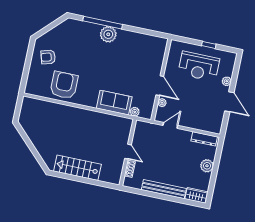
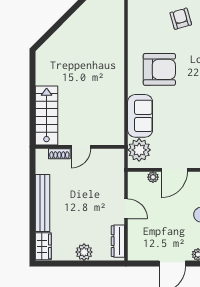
armchair: (64, 85) -> (159, 69), moved
plant: (135, 112) -> (139, 150), width x1.87, depth x1.87
door: (170, 125) -> (126, 209), moved
stairs: (77, 168) -> (47, 115), moved

